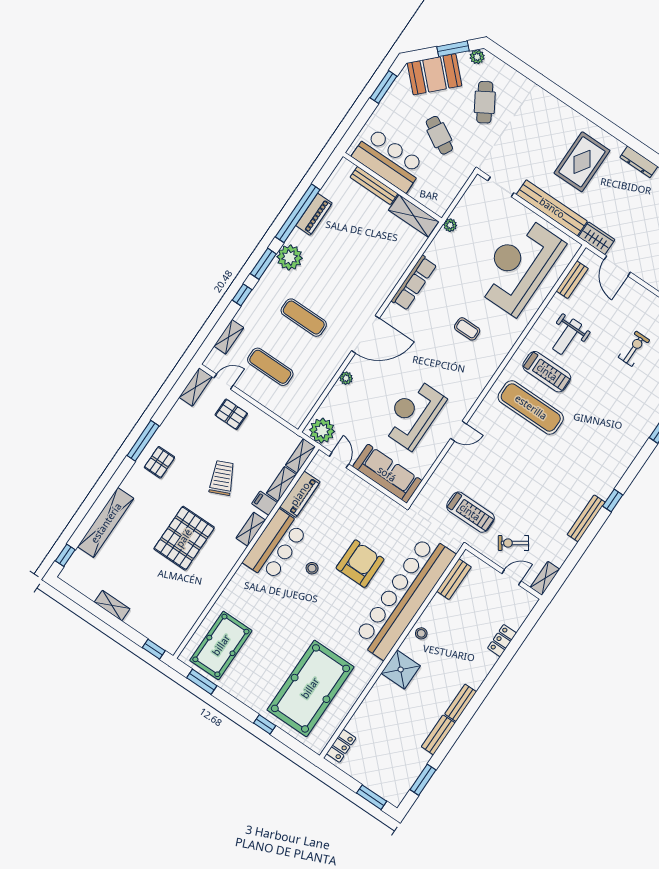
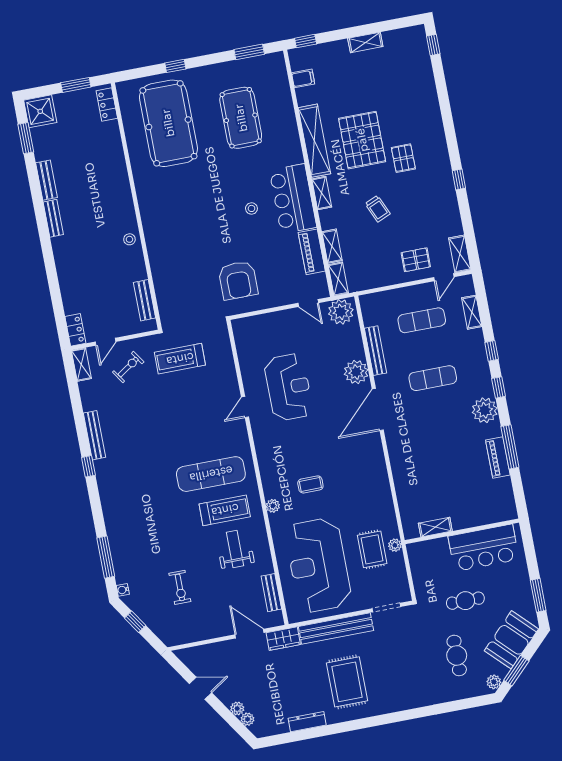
cafe table: (485, 102) -> (457, 655), turned 31
cafe table: (439, 135) -> (465, 601), turned -30
bench: (374, 185) -> (375, 351), moved, turned 90
window: (298, 213) -> (510, 447), width x0.68
shelving: (414, 216) -> (435, 527), width x0.67, depth x0.75
rug: (469, 239) -> (372, 549), added
window: (263, 264) -> (499, 387), width x0.67
reception desk: (519, 266) -> (318, 565), turned 180
row of seats: (414, 283) -> (380, 480), removed
plant: (509, 340) -> (273, 506), added
treadmill: (547, 372) -> (225, 510), turned 180
plant: (346, 378) -> (356, 372), width x1.87, depth x1.87
window: (143, 441) -> (459, 179), width x0.46
pallet: (159, 462) -> (403, 158), moved
sofa: (387, 474) -> (265, 327), removed
trolley: (222, 478) -> (378, 209), width x0.73, depth x0.72
filing cabinet: (265, 503) -> (303, 78), moved
shelving: (106, 523) -> (314, 141), moved
armchair: (360, 564) -> (238, 280), moved
bar counter: (404, 597) -> (167, 253), removed
locker: (502, 641) -> (75, 330), moved
pool table: (221, 645) -> (241, 118), moved
shower: (401, 670) -> (40, 111), moved
window: (372, 797) -> (76, 85), moved

